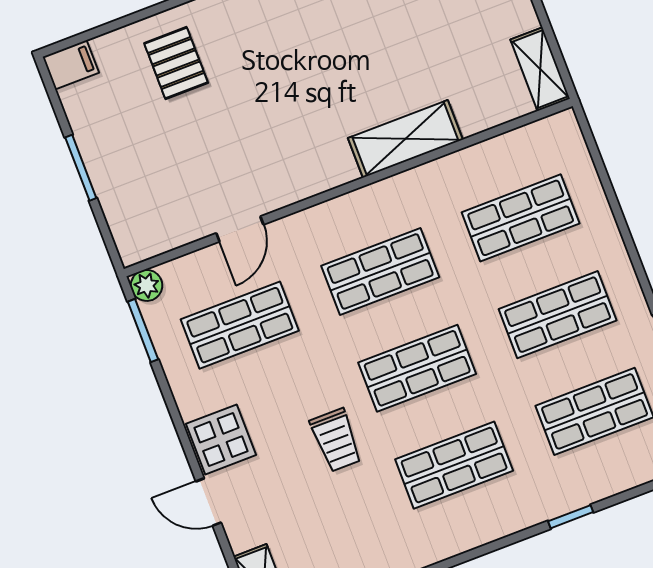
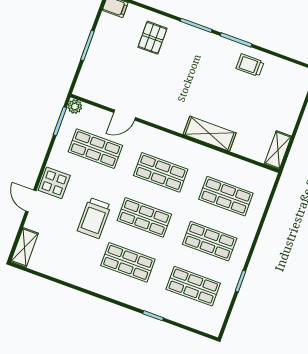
trolley: (336, 440) -> (94, 218), width x1.36, depth x1.39

